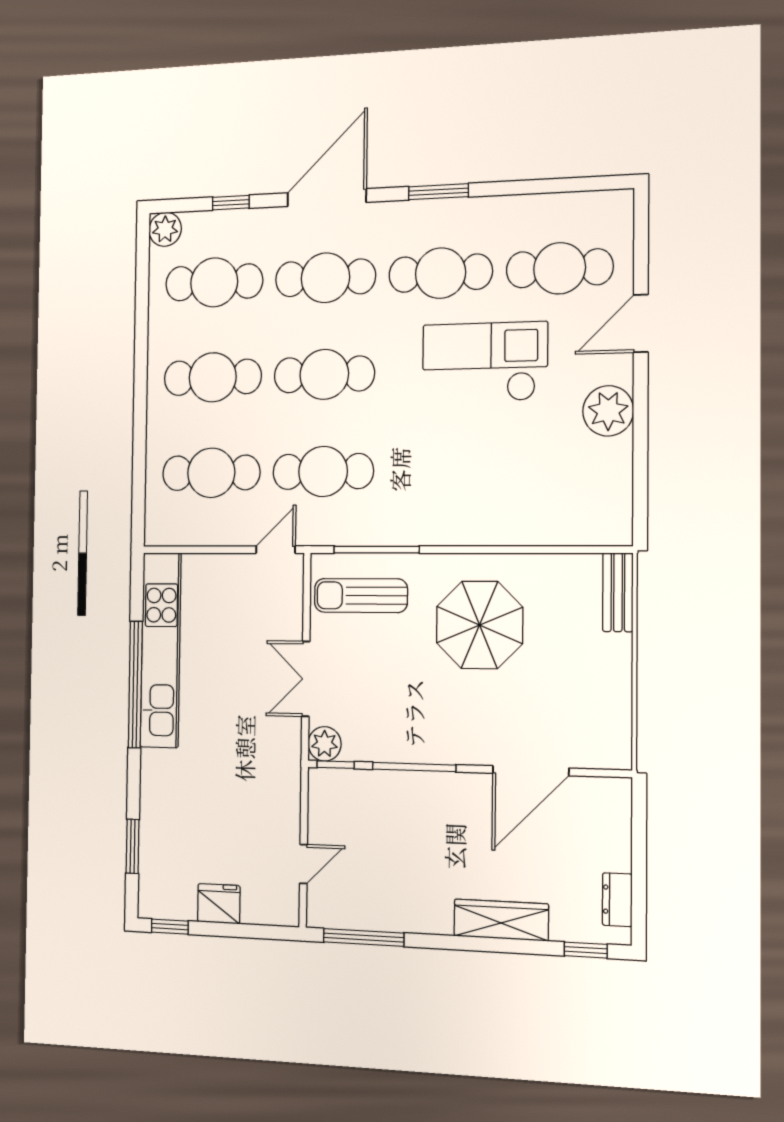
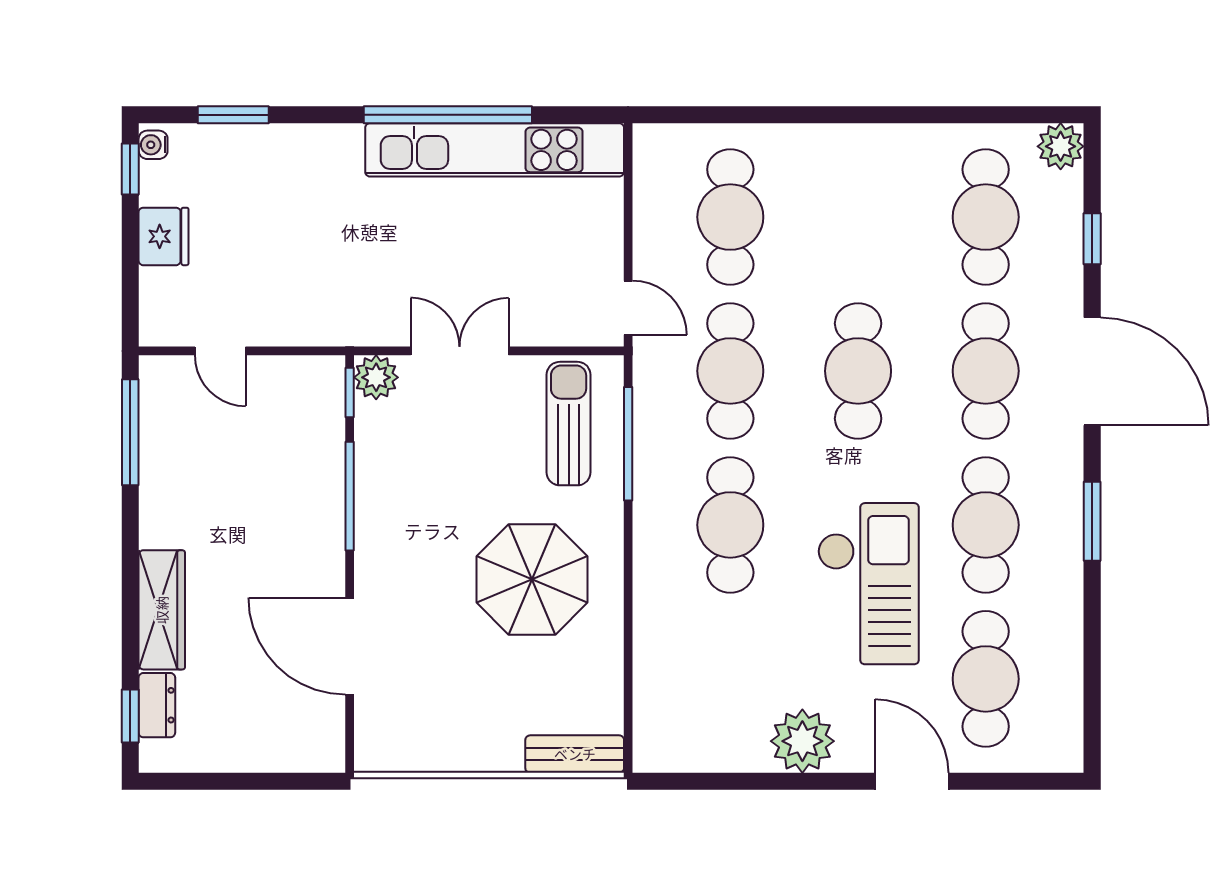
cafe table: (213, 377) -> (730, 525), moved
dresser: (617, 900) -> (157, 705), moved, turned 90
water cooler: (153, 908) -> (153, 145), added

